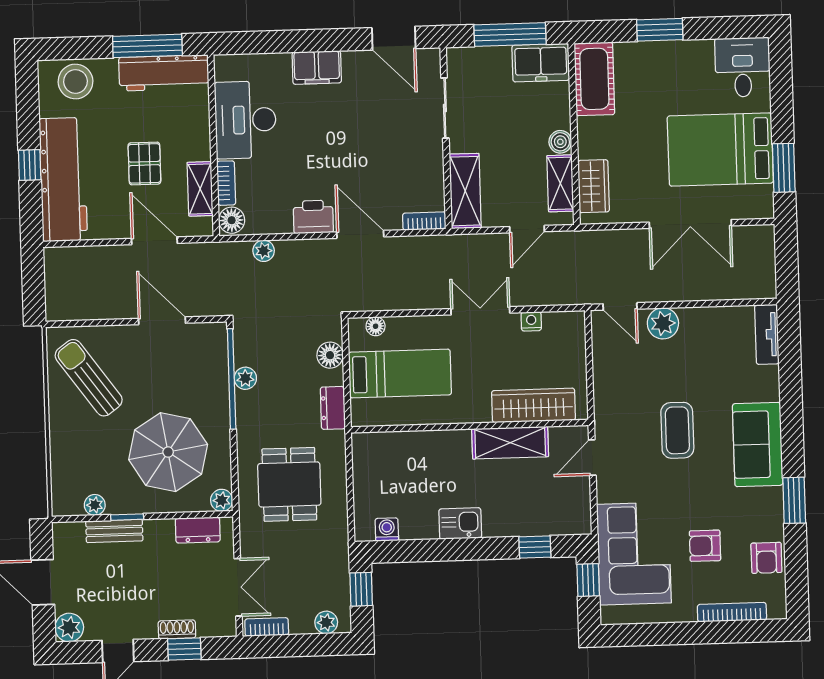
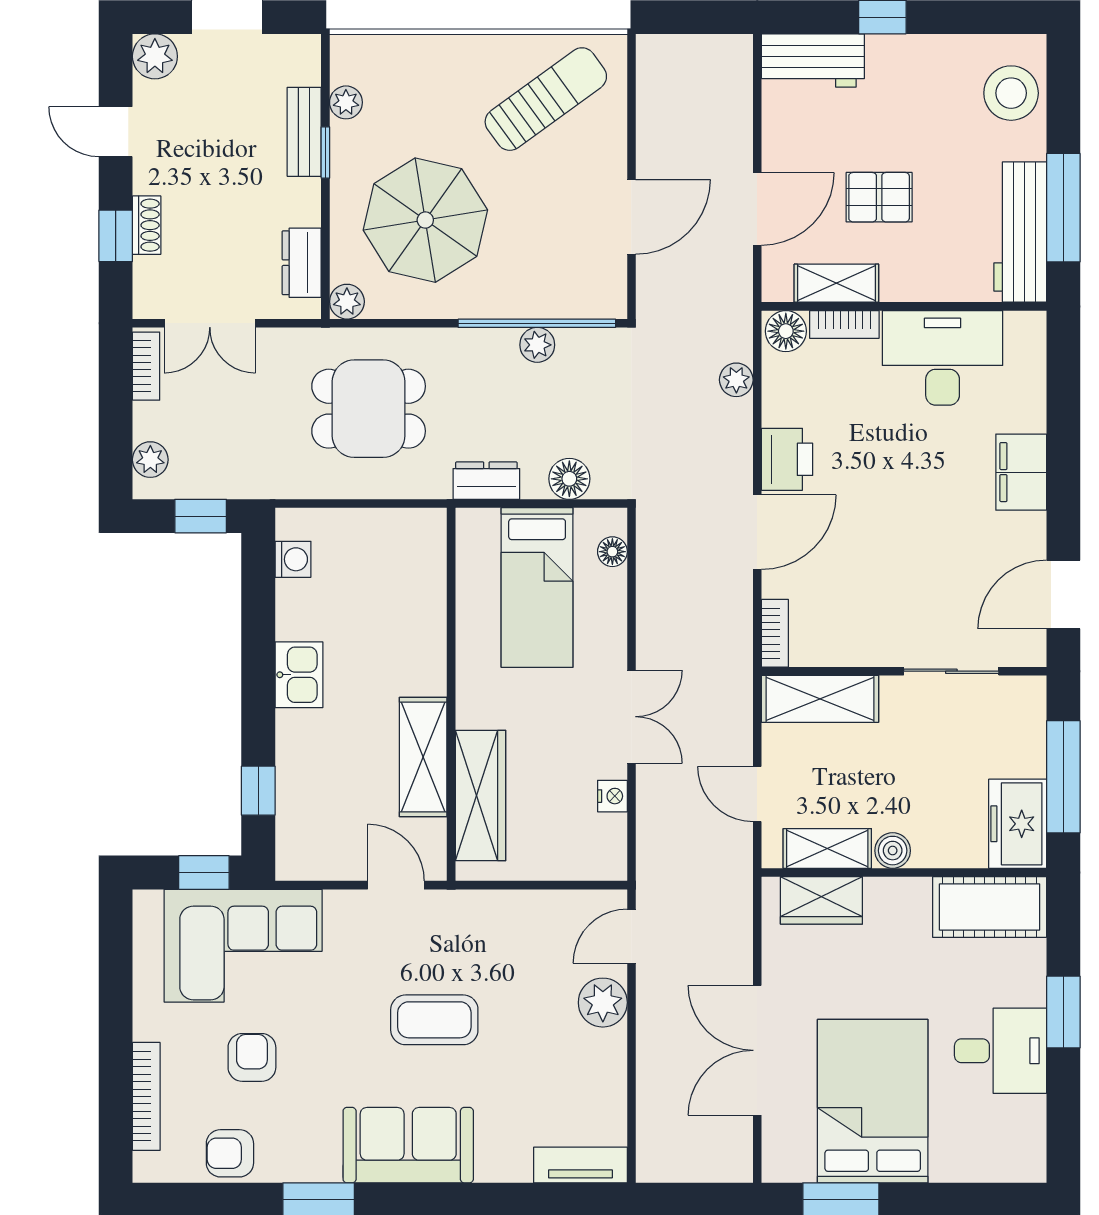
desk: (743, 67) -> (1000, 1051), moved
workbench: (63, 179) -> (813, 60), width x0.53, depth x0.76

